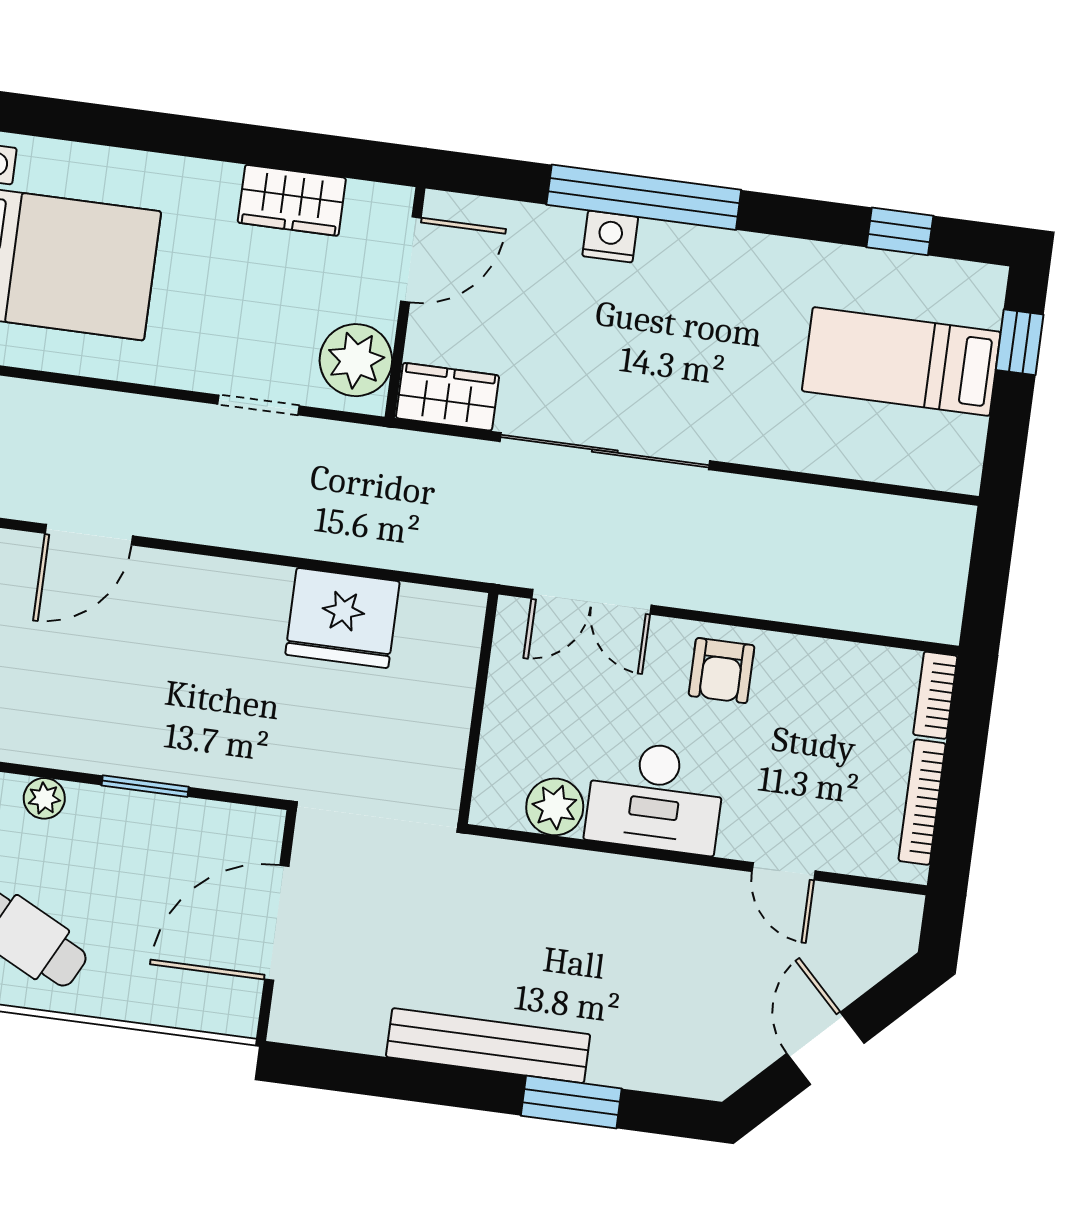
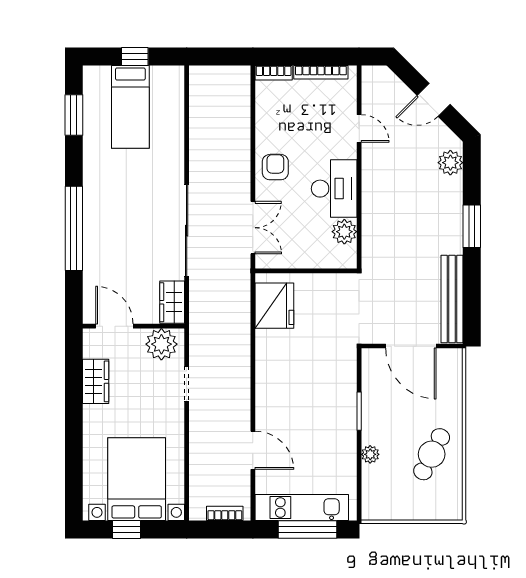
window: (900, 231) -> (74, 115), width x1.50
nightstand: (610, 236) -> (93, 241), removed
window: (1020, 342) -> (135, 56), moved
fridge: (342, 618) -> (274, 306), moved
armchair: (722, 671) -> (275, 167), turned -90
door: (784, 871) -> (359, 128), hinge flipped
bench: (488, 1046) -> (452, 299), moved
plant: (679, 1067) -> (450, 163), added
window: (571, 1102) -> (472, 226), moved

